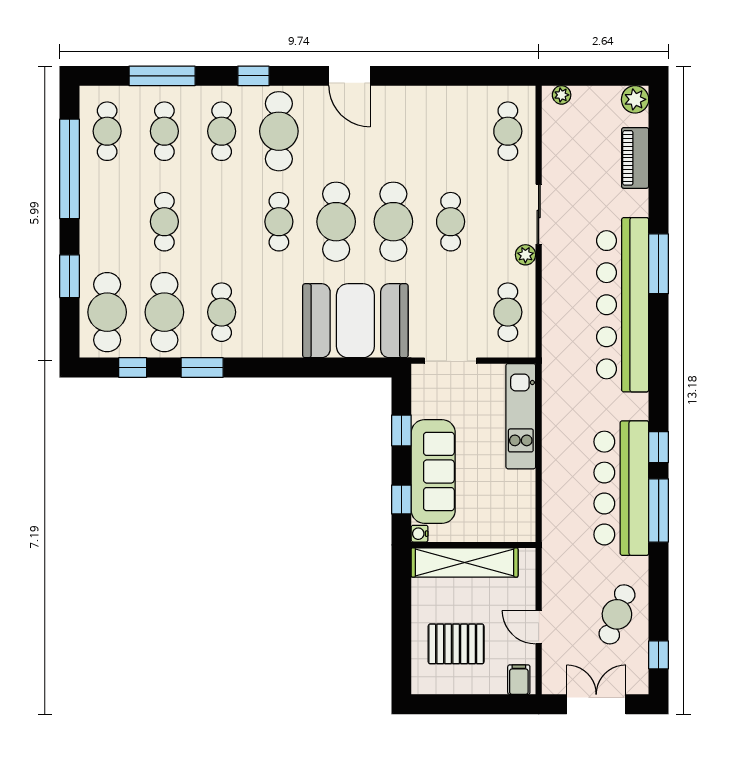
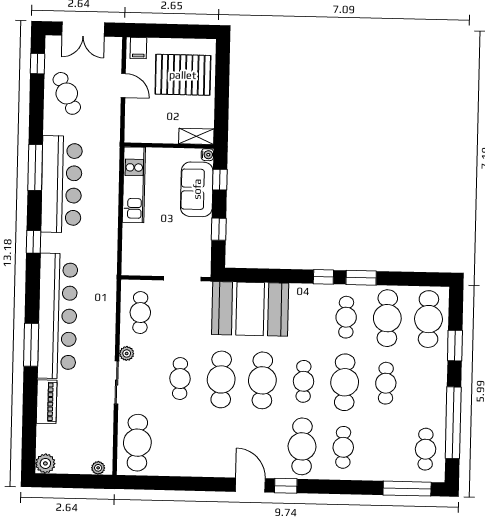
window: (162, 76) -> (407, 489), moved
window: (253, 76) -> (286, 486), moved
cafe table: (164, 131) -> (345, 382), moved, width x1.37, depth x1.35
cafe table: (508, 131) -> (137, 443), width x1.37, depth x1.35
piano: (635, 158) -> (47, 402), moved
window: (133, 367) -> (323, 277), moved
kitchen unit: (521, 416) -> (134, 185), moved
window: (659, 447) -> (33, 242), moved
sofa: (433, 472) -> (197, 189), width x0.73
shelving: (465, 562) -> (196, 136), width x0.45, depth x0.75
cafe table: (617, 614) -> (67, 93), turned -46
pallet: (456, 644) -> (183, 75), width x1.37, depth x1.41

